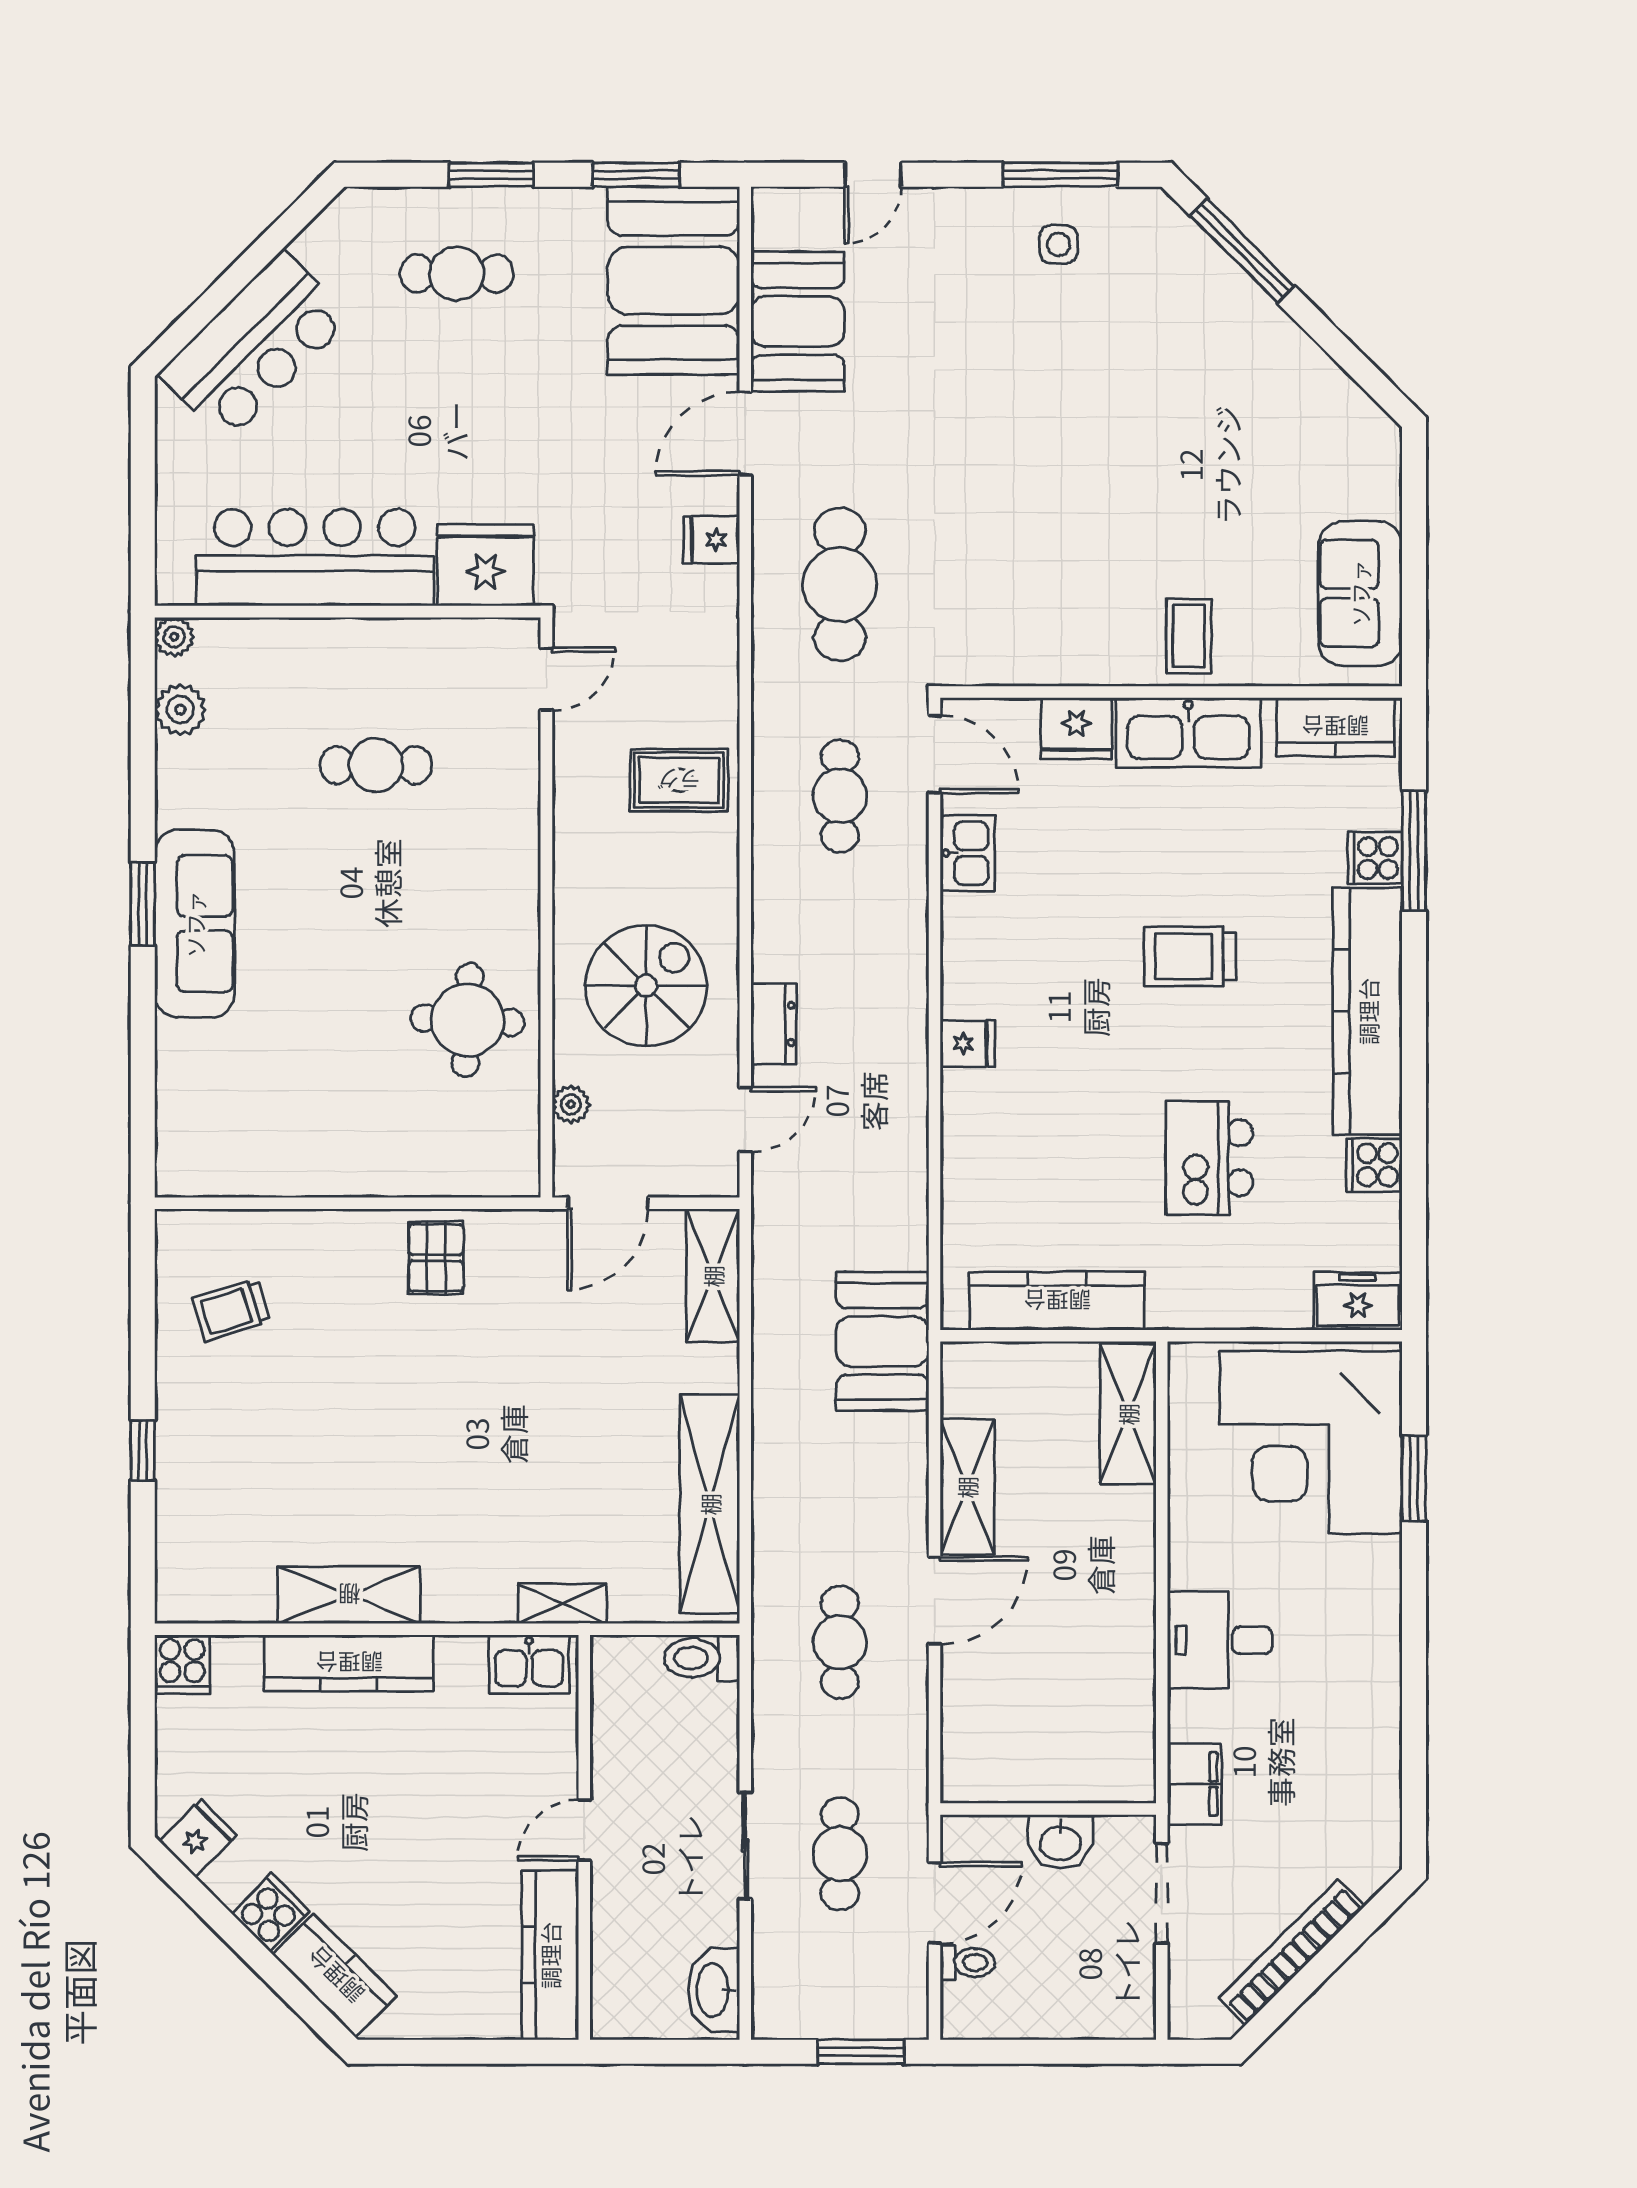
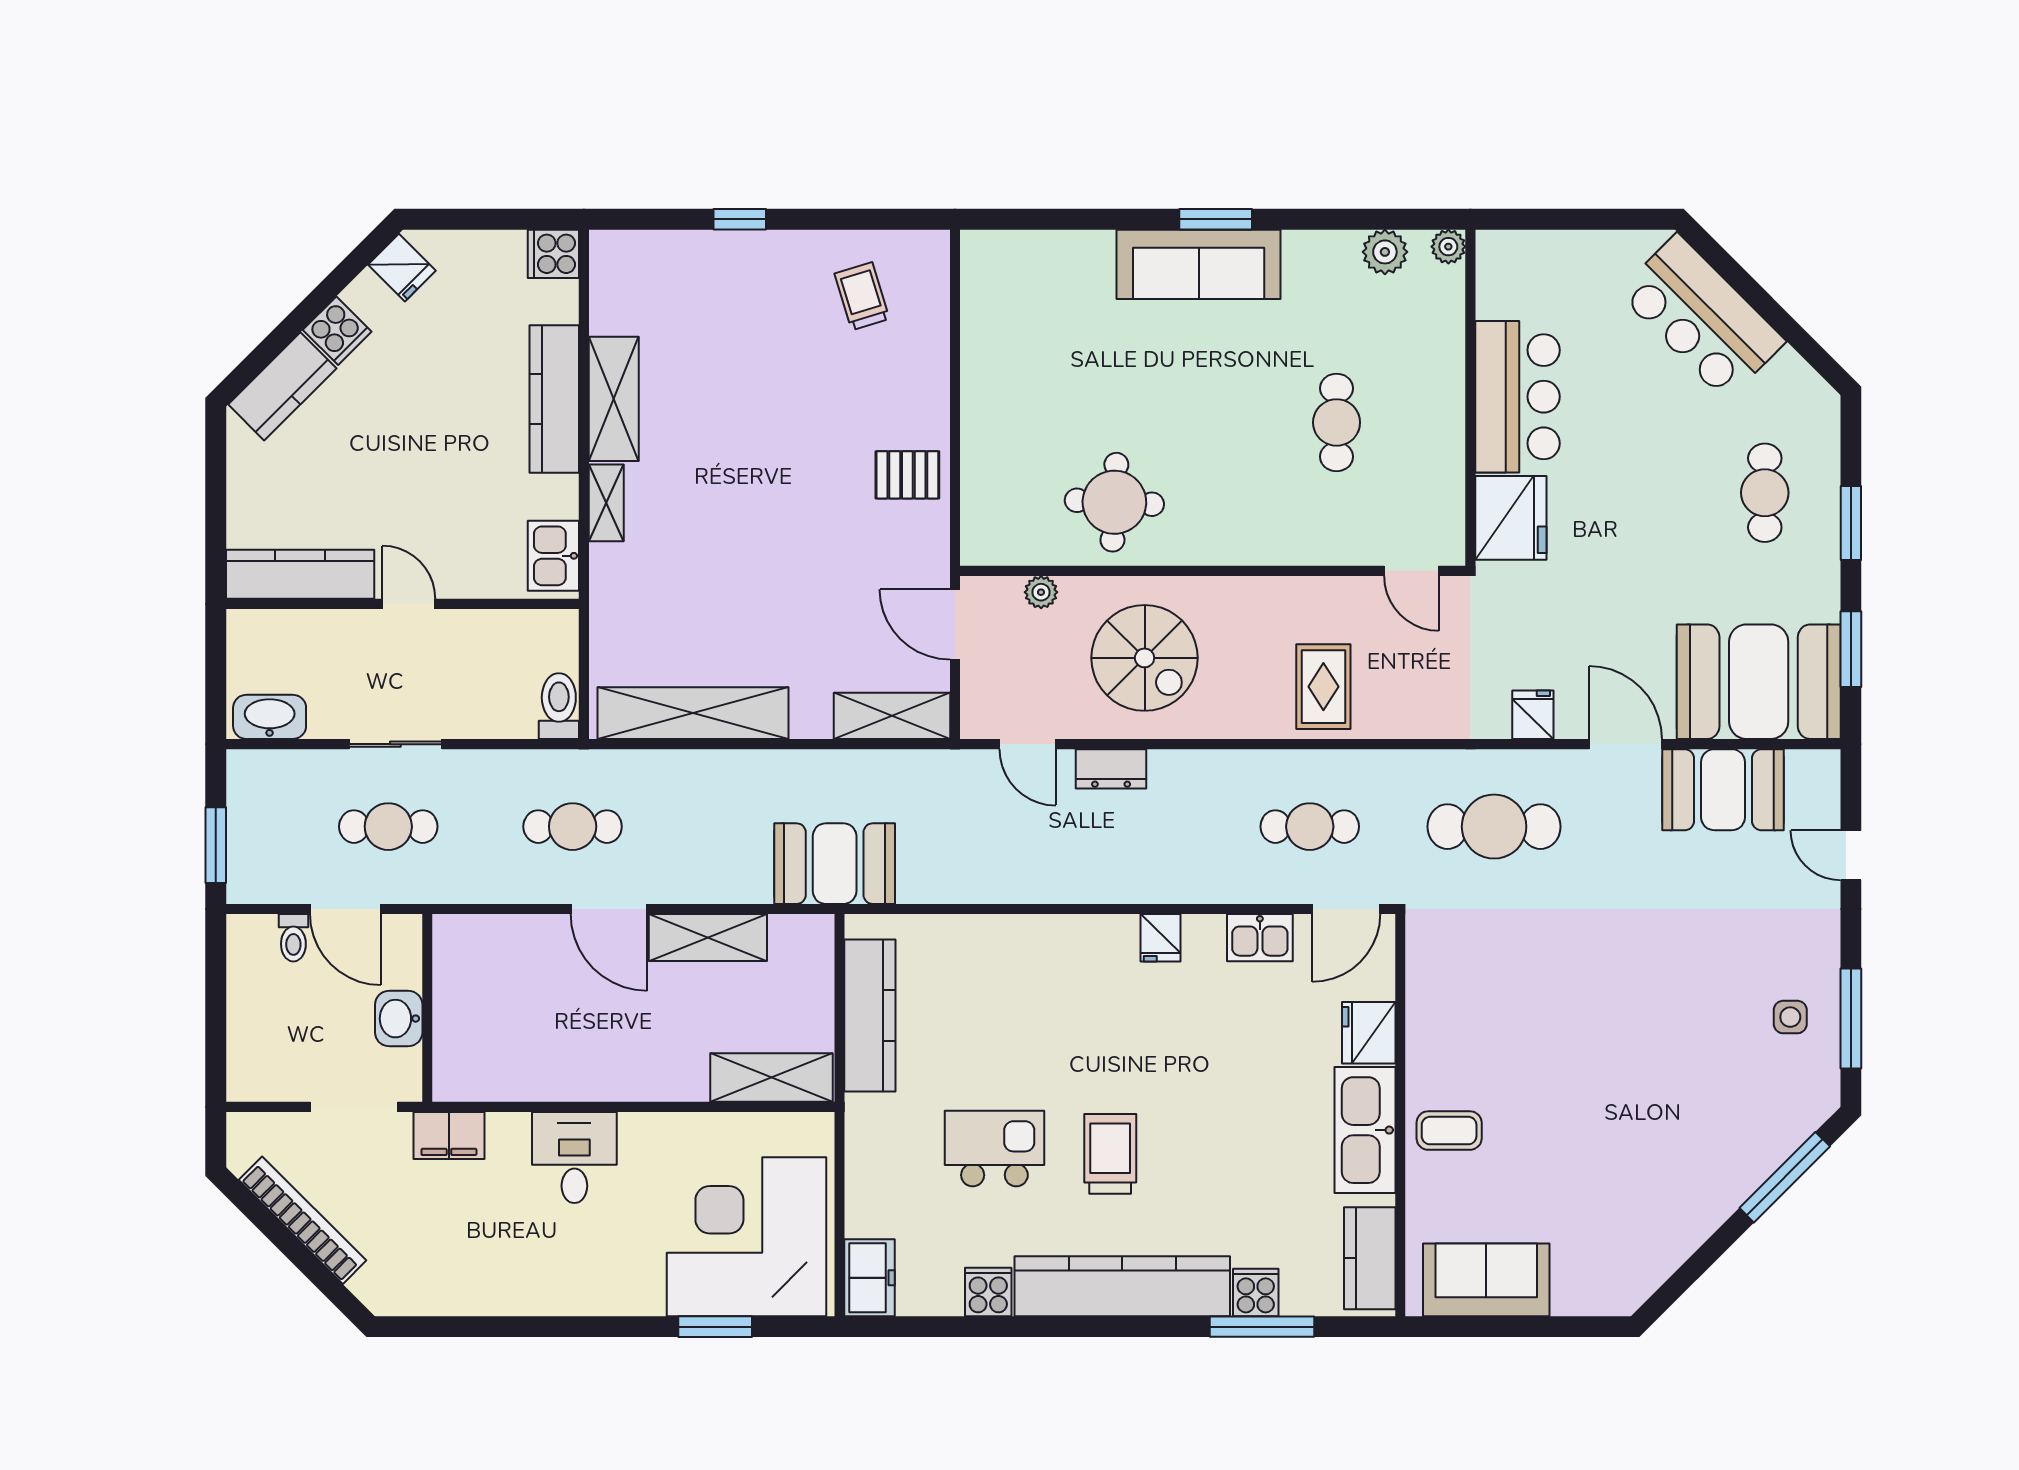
bar counter: (315, 557) -> (1517, 397), width x0.73
trolley: (1190, 957) -> (1110, 1154), moved
fridge: (967, 1043) -> (1161, 938), moved
shelving: (562, 1604) -> (606, 503), moved

